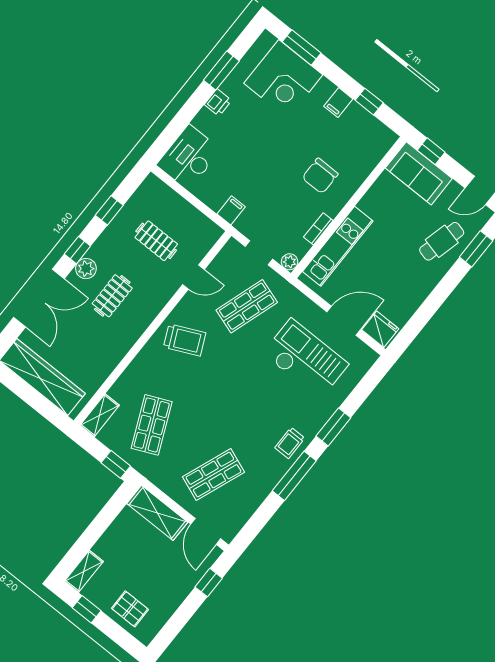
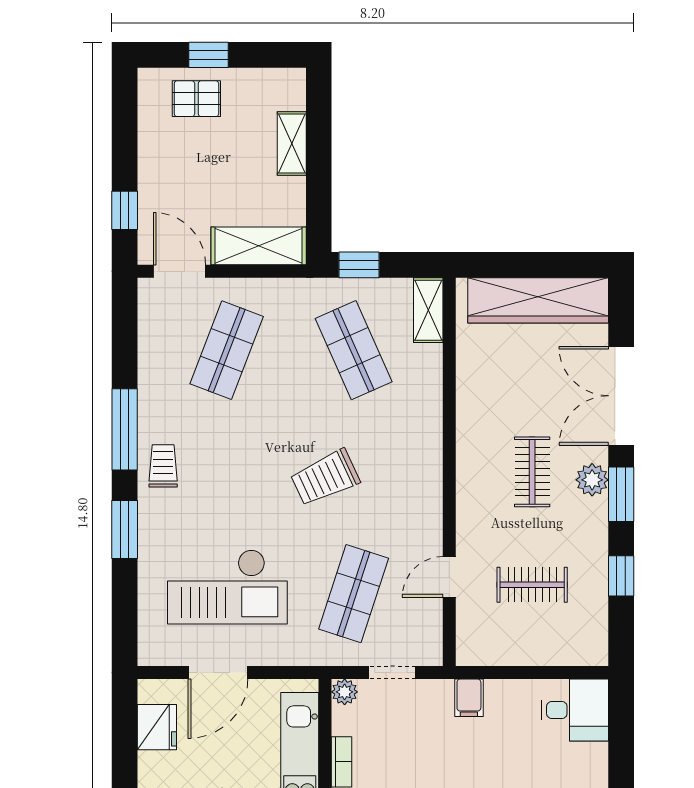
desk: (189, 157) -> (575, 710), width x0.73
window: (77, 250) -> (621, 494), width x1.50
fridge: (380, 329) -> (157, 727), moved, turned -90
trolley: (185, 340) -> (325, 478), moved
shelving: (84, 571) -> (292, 144), moved
window: (87, 609) -> (209, 55), moved

